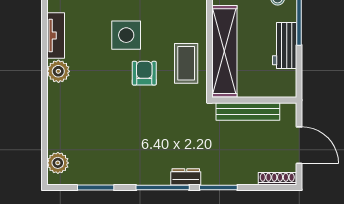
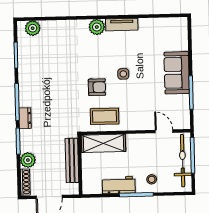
side table: (126, 35) -> (123, 74), width x0.54, depth x0.54
shelving: (224, 51) -> (103, 143), width x0.68
plant: (246, 174) -> (28, 160), added

